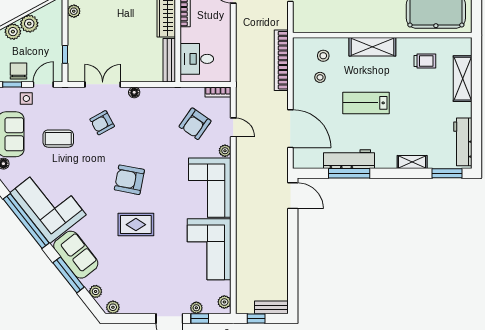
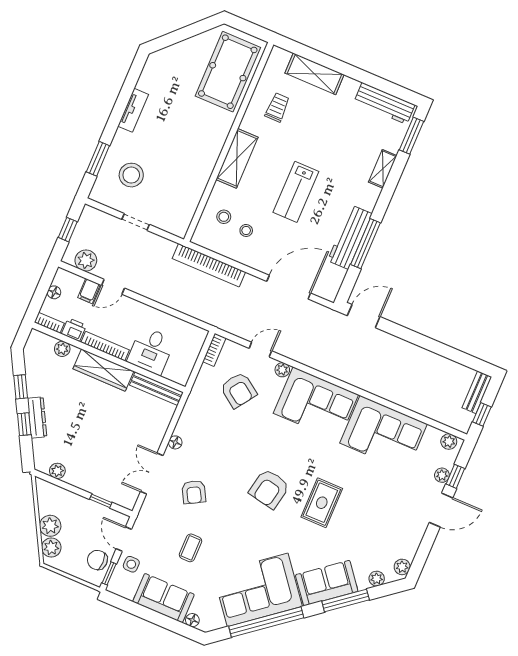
desk: (197, 59) -> (151, 351), moved
coffee table: (58, 139) -> (190, 548), width x0.73, depth x0.77

